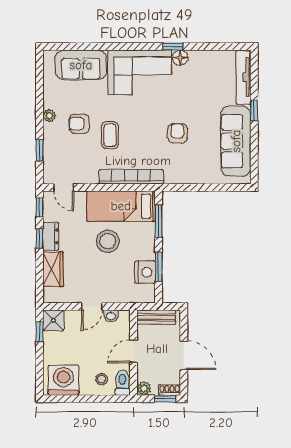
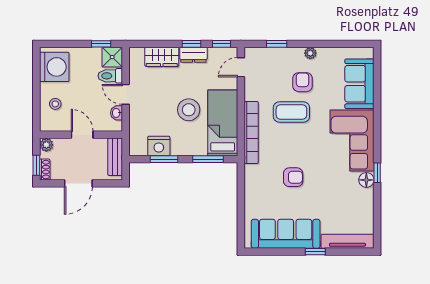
coffee table: (110, 135) -> (291, 112), width x1.36, depth x1.30
toilet: (122, 383) -> (110, 76), moved, turned 180

